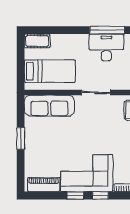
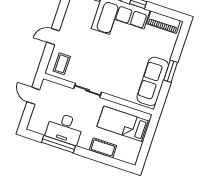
cot: (37, 41) -> (103, 148), moved
sofa: (49, 106) -> (153, 81), moved, turned -90

